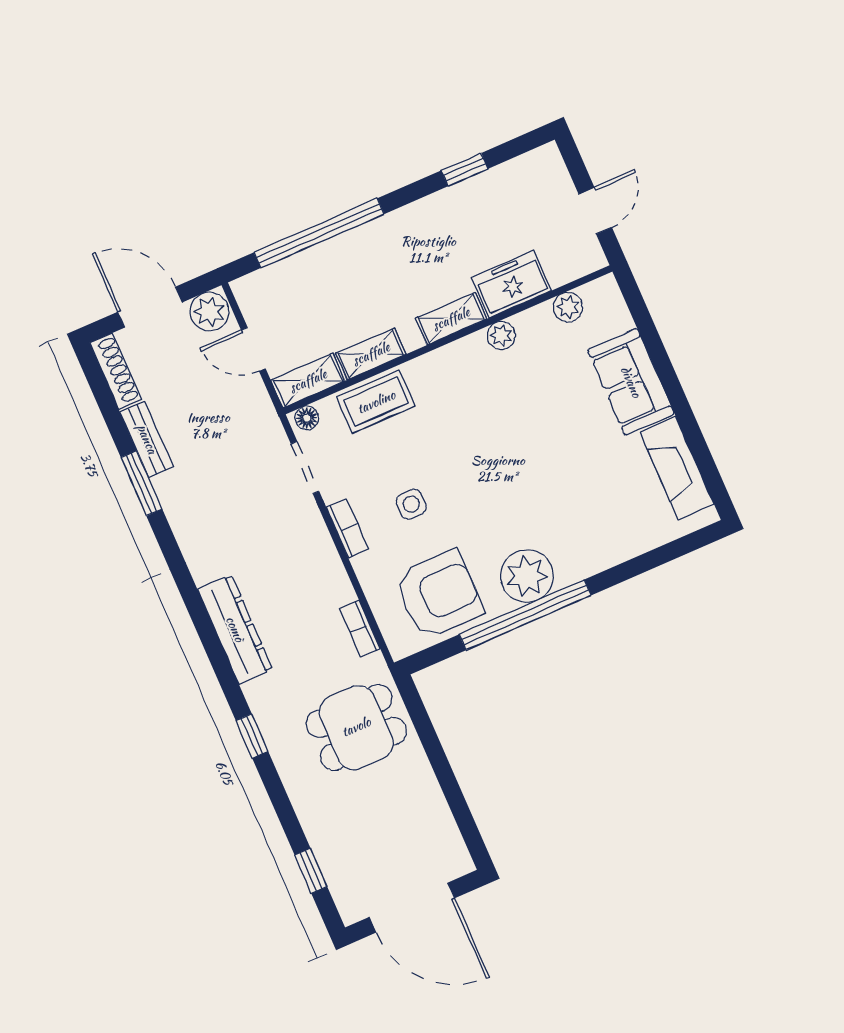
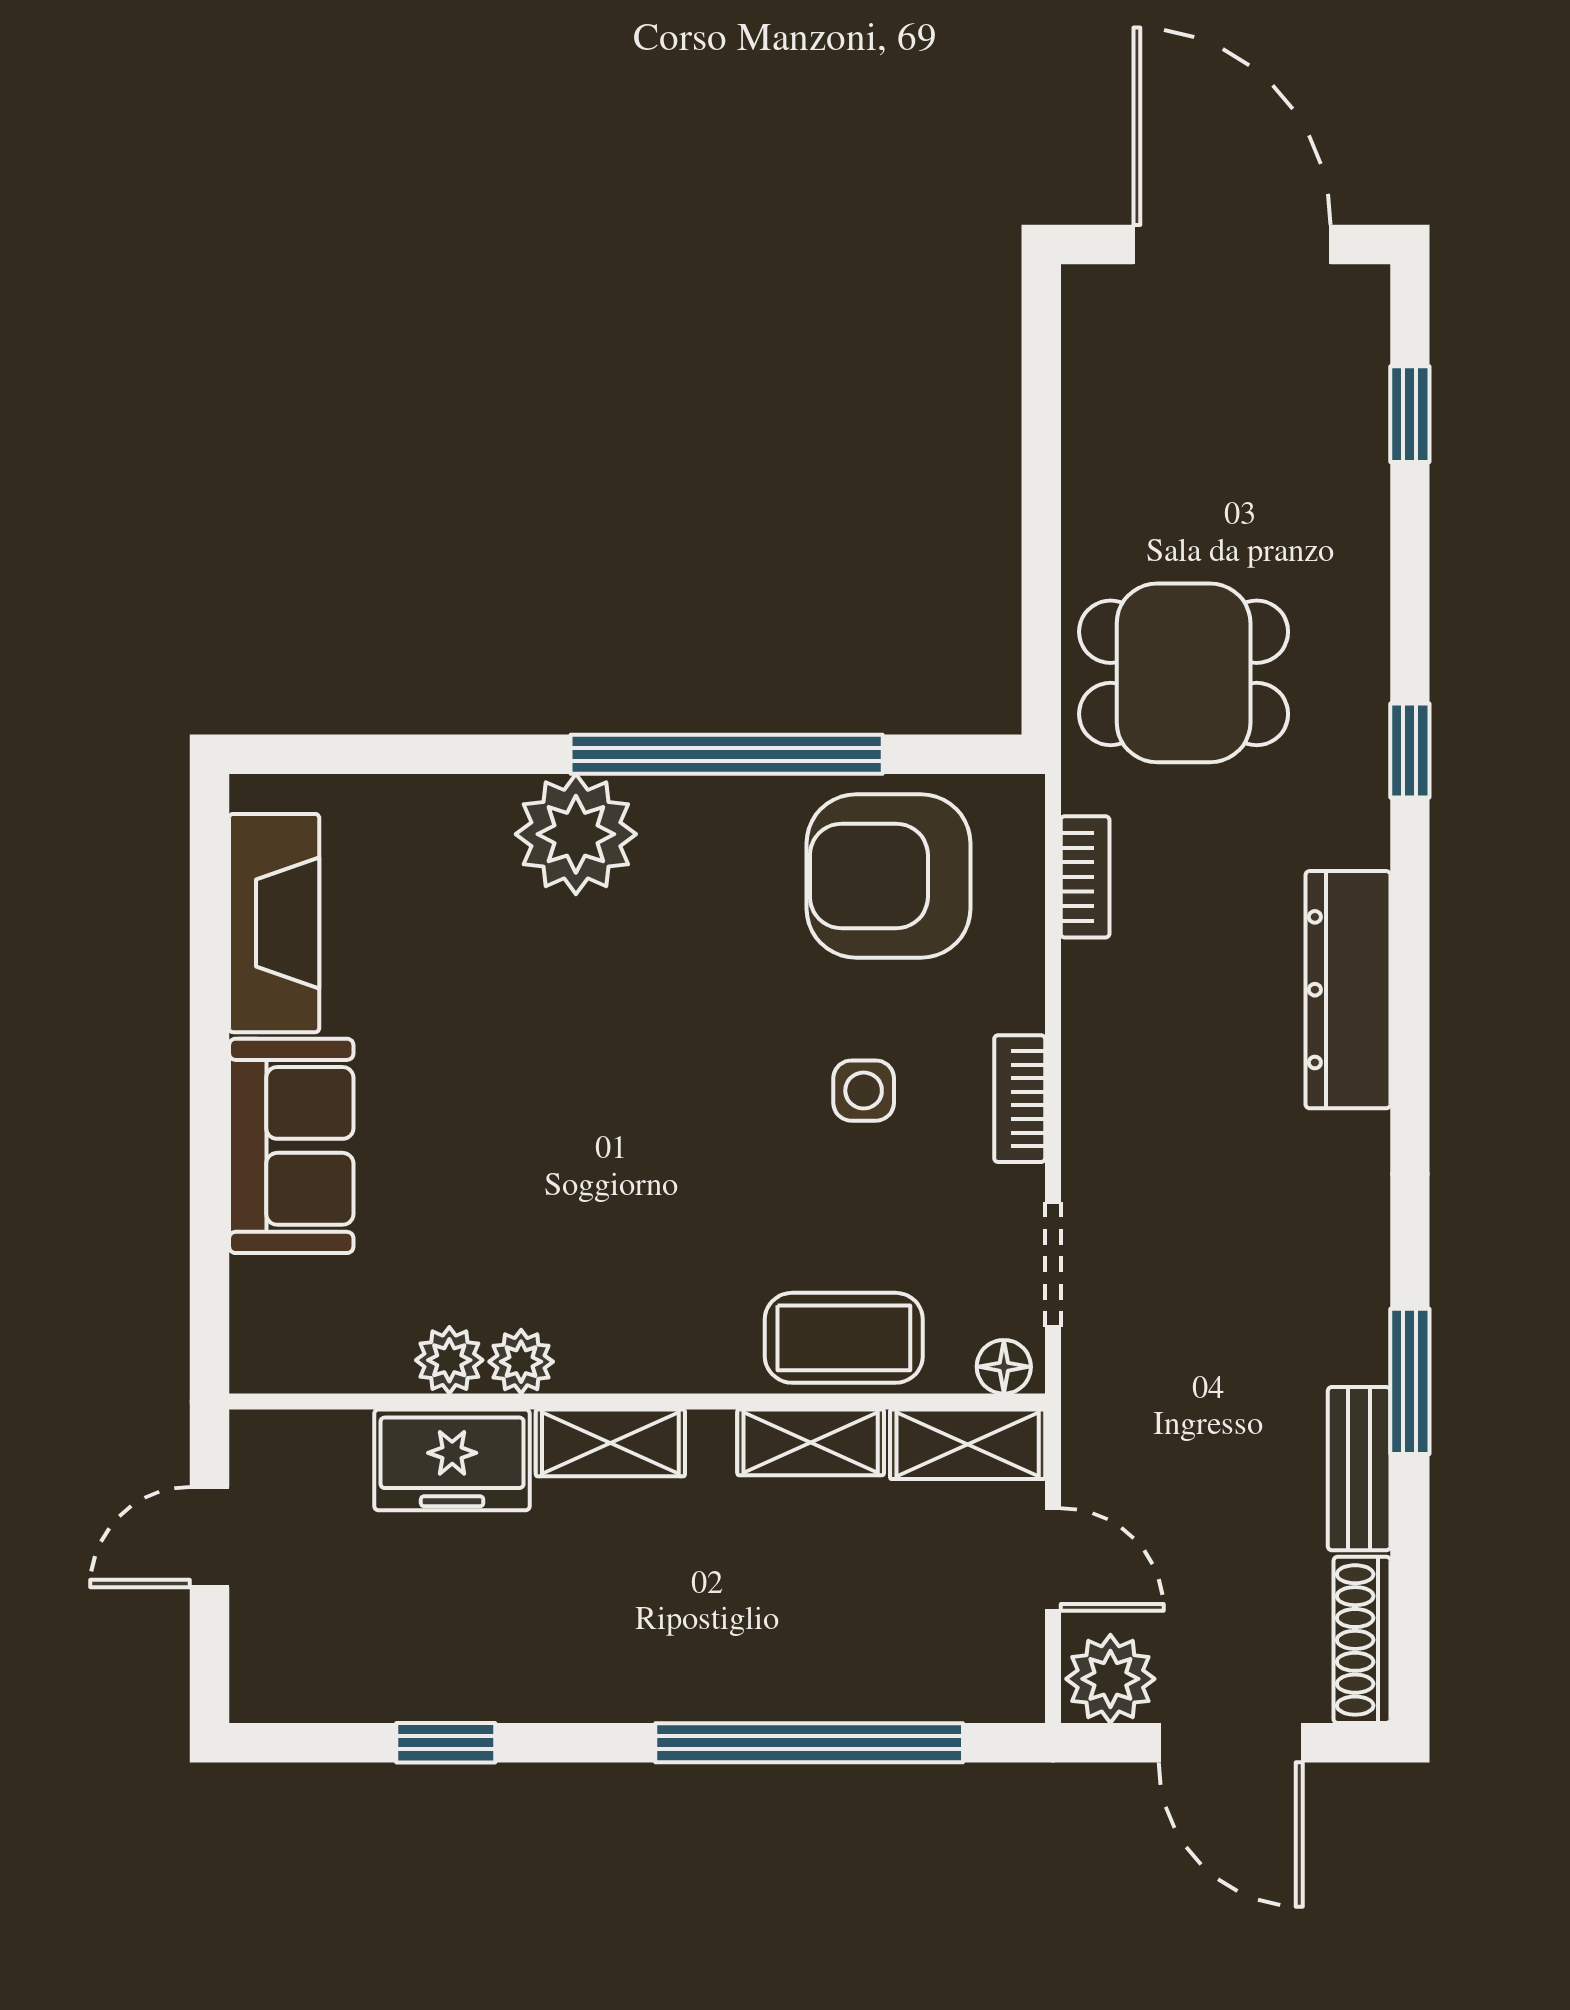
plant: (568, 307) -> (449, 1360), moved
plant: (527, 576) -> (576, 834), moved

